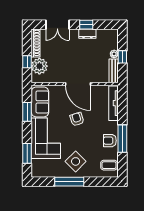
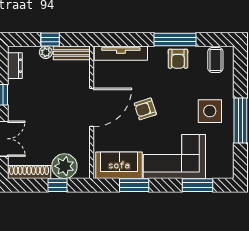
dresser: (87, 34) -> (15, 66), moved
side table: (76, 161) -> (210, 111), turned 45

